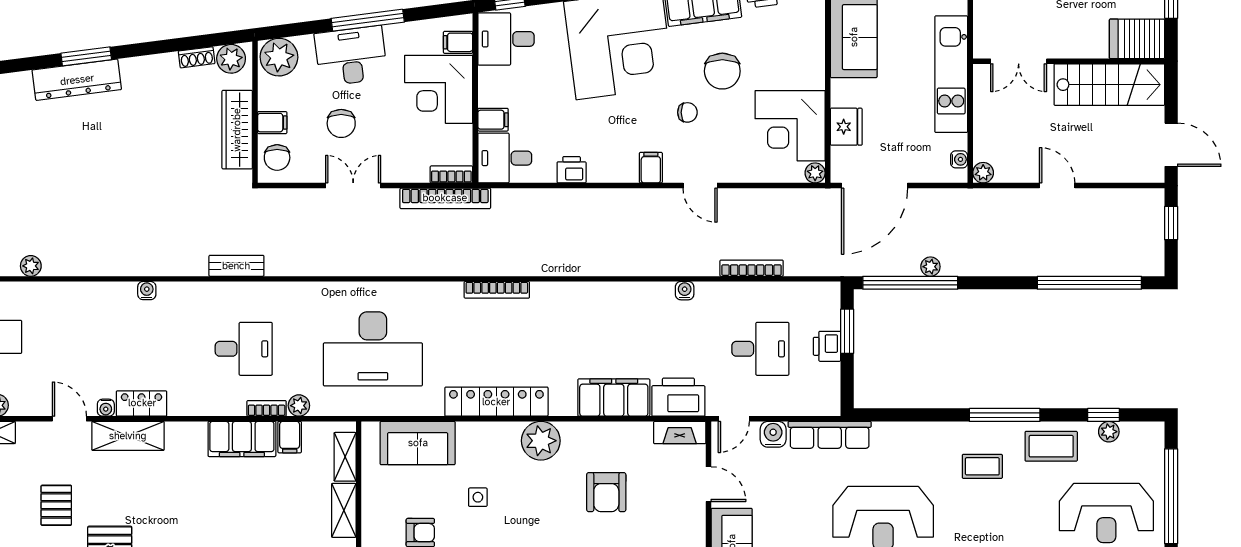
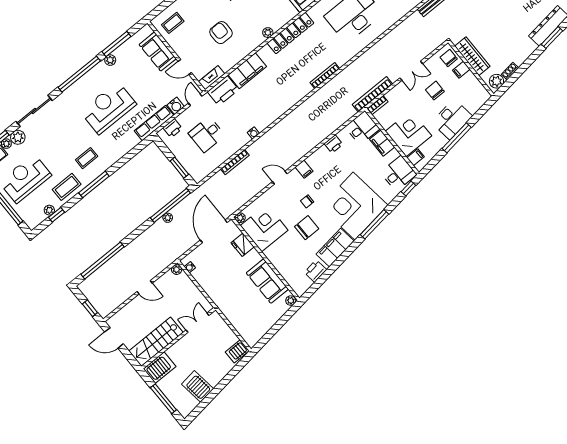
plant: (279, 57) -> (479, 97), removed
chair: (722, 71) -> (307, 228), turned 90
kitchen unit: (951, 74) -> (219, 297), removed
filing cabinet: (493, 120) -> (382, 143), width x2.00
printer: (827, 346) -> (173, 128), moved, turned 90
plant: (541, 441) -> (268, 33), width x0.53, depth x0.53

